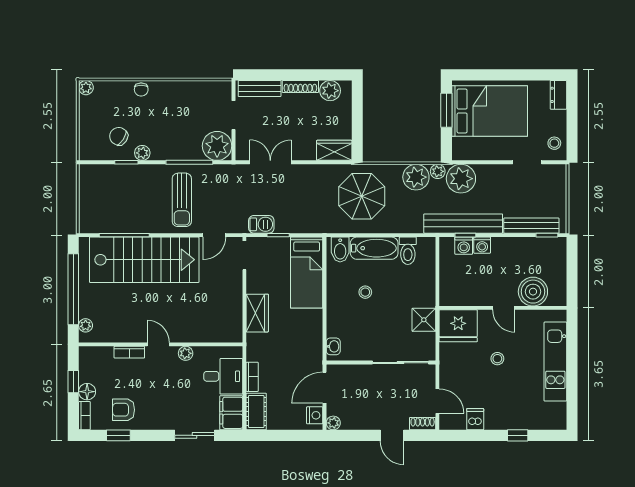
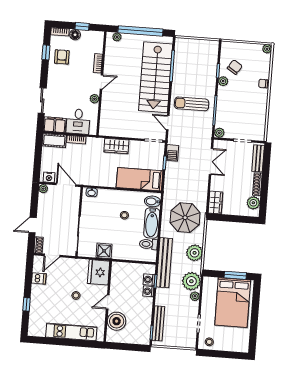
dresser: (558, 95) -> (240, 347), removed
plant: (217, 146) -> (219, 133), width x0.53, depth x0.53
plant: (438, 171) -> (195, 296), moved
bench: (463, 224) -> (164, 263), moved

